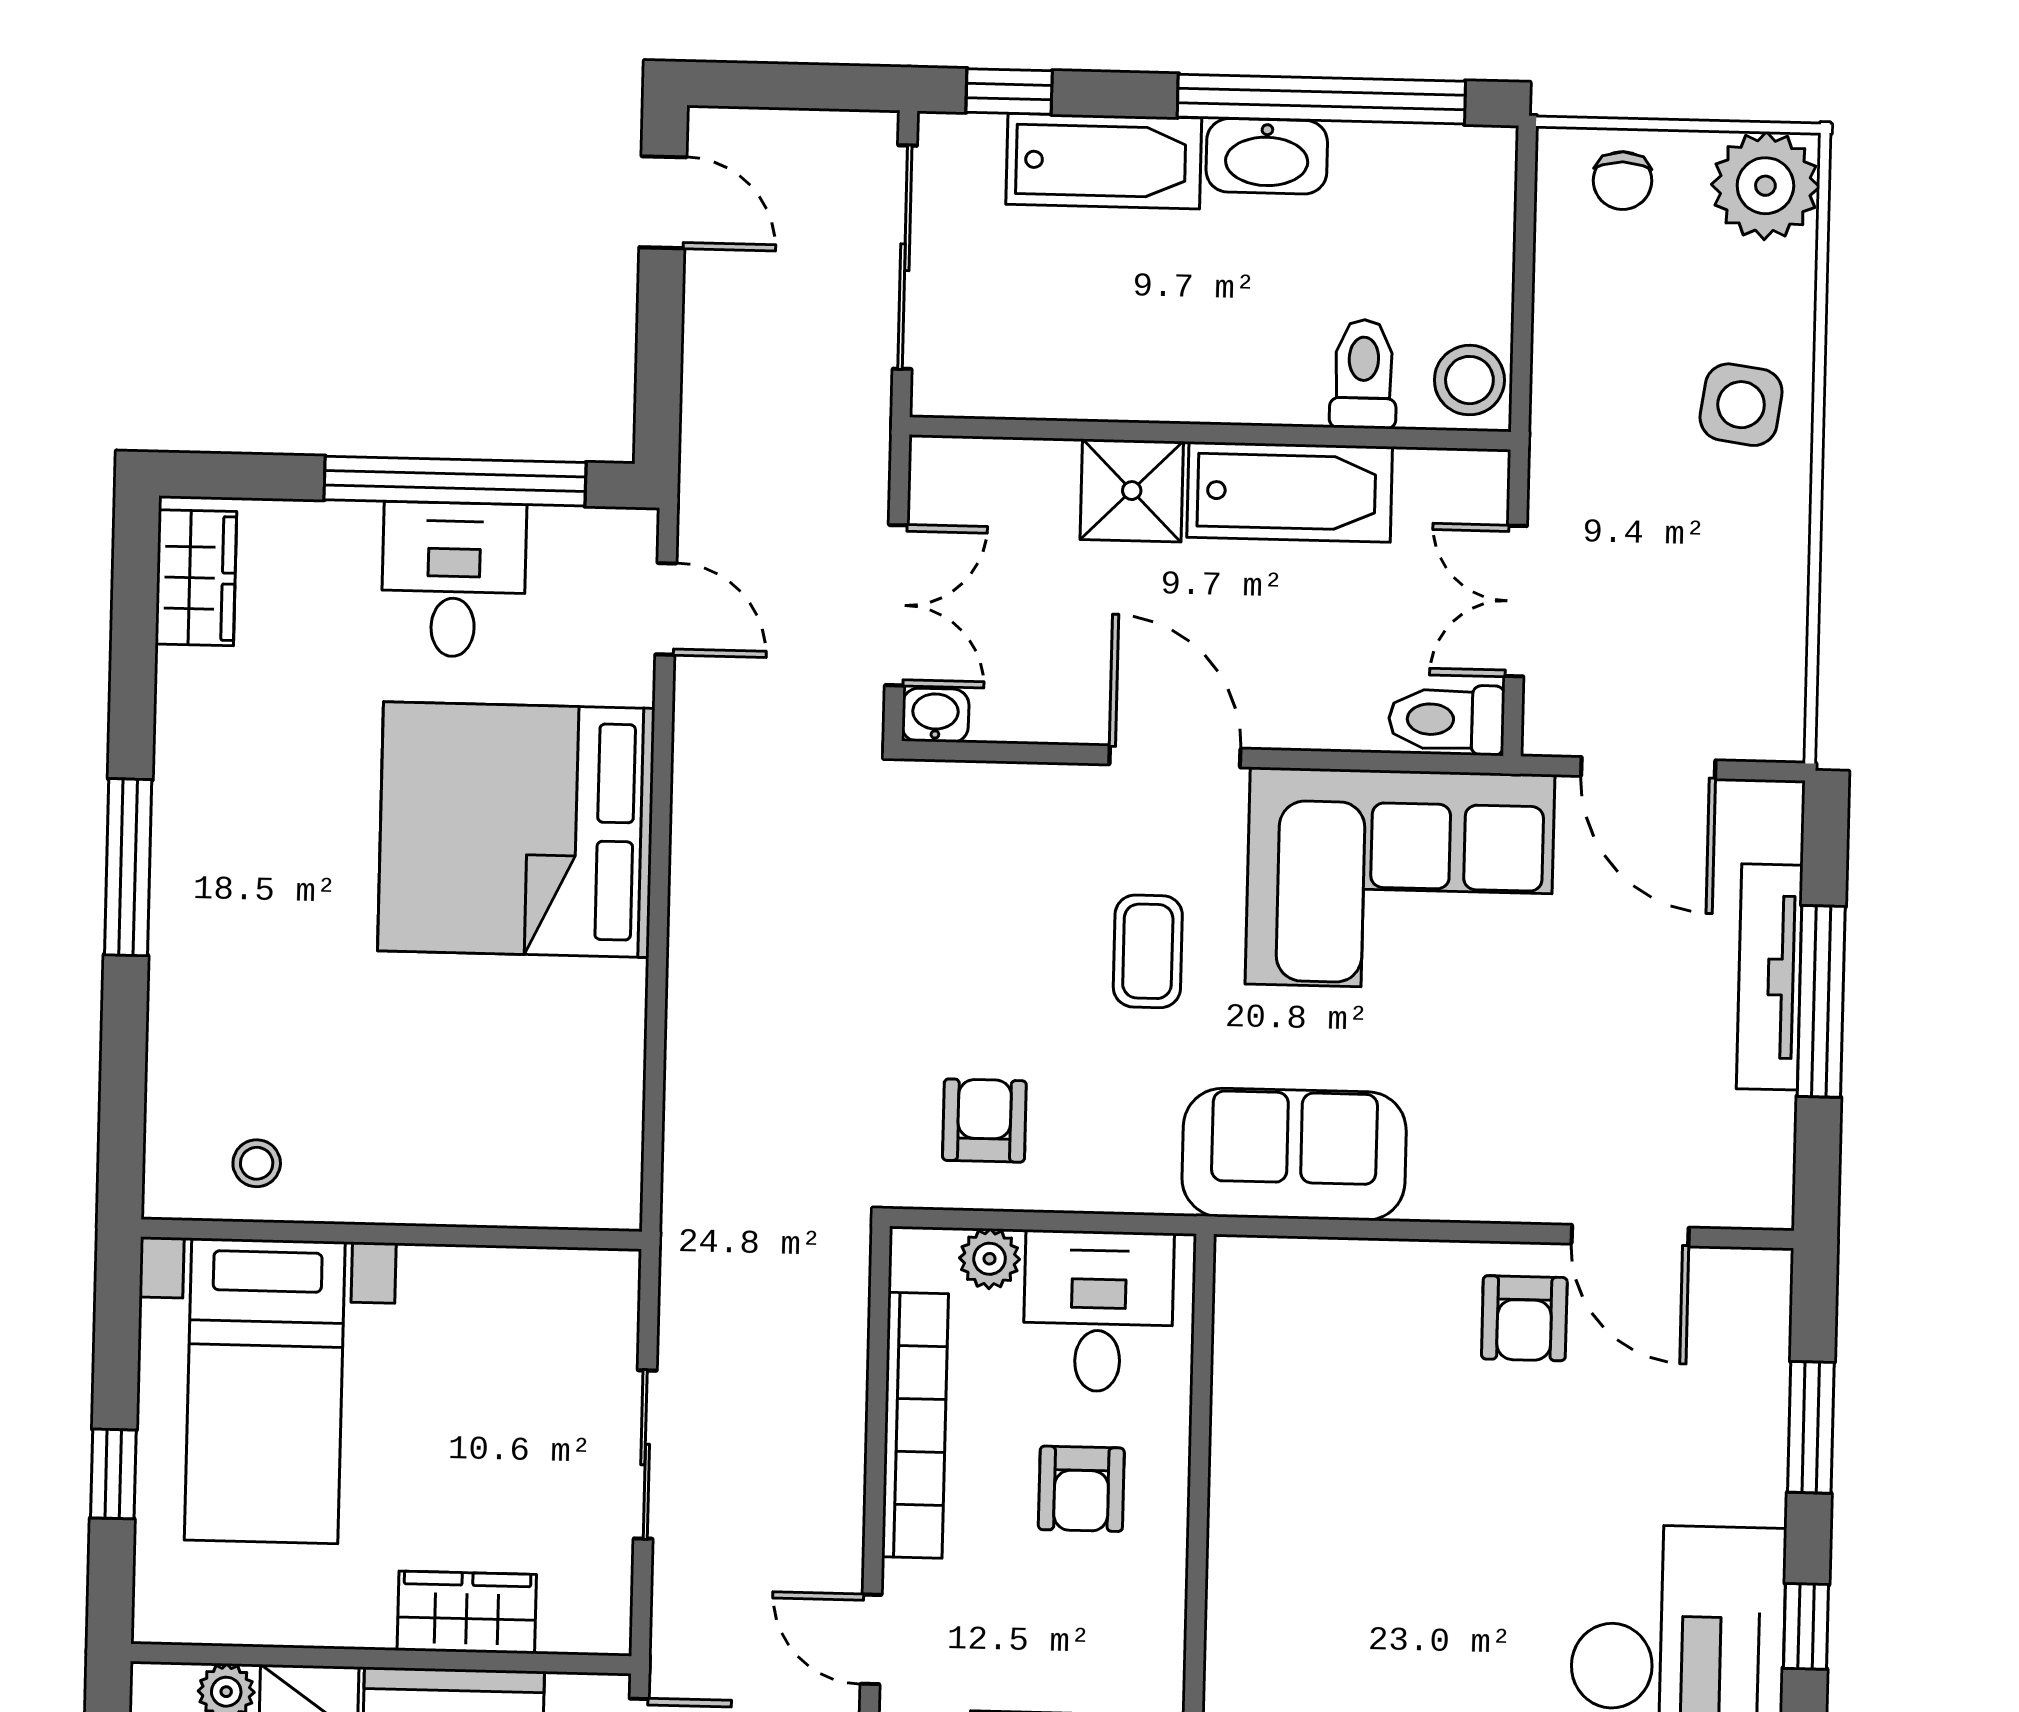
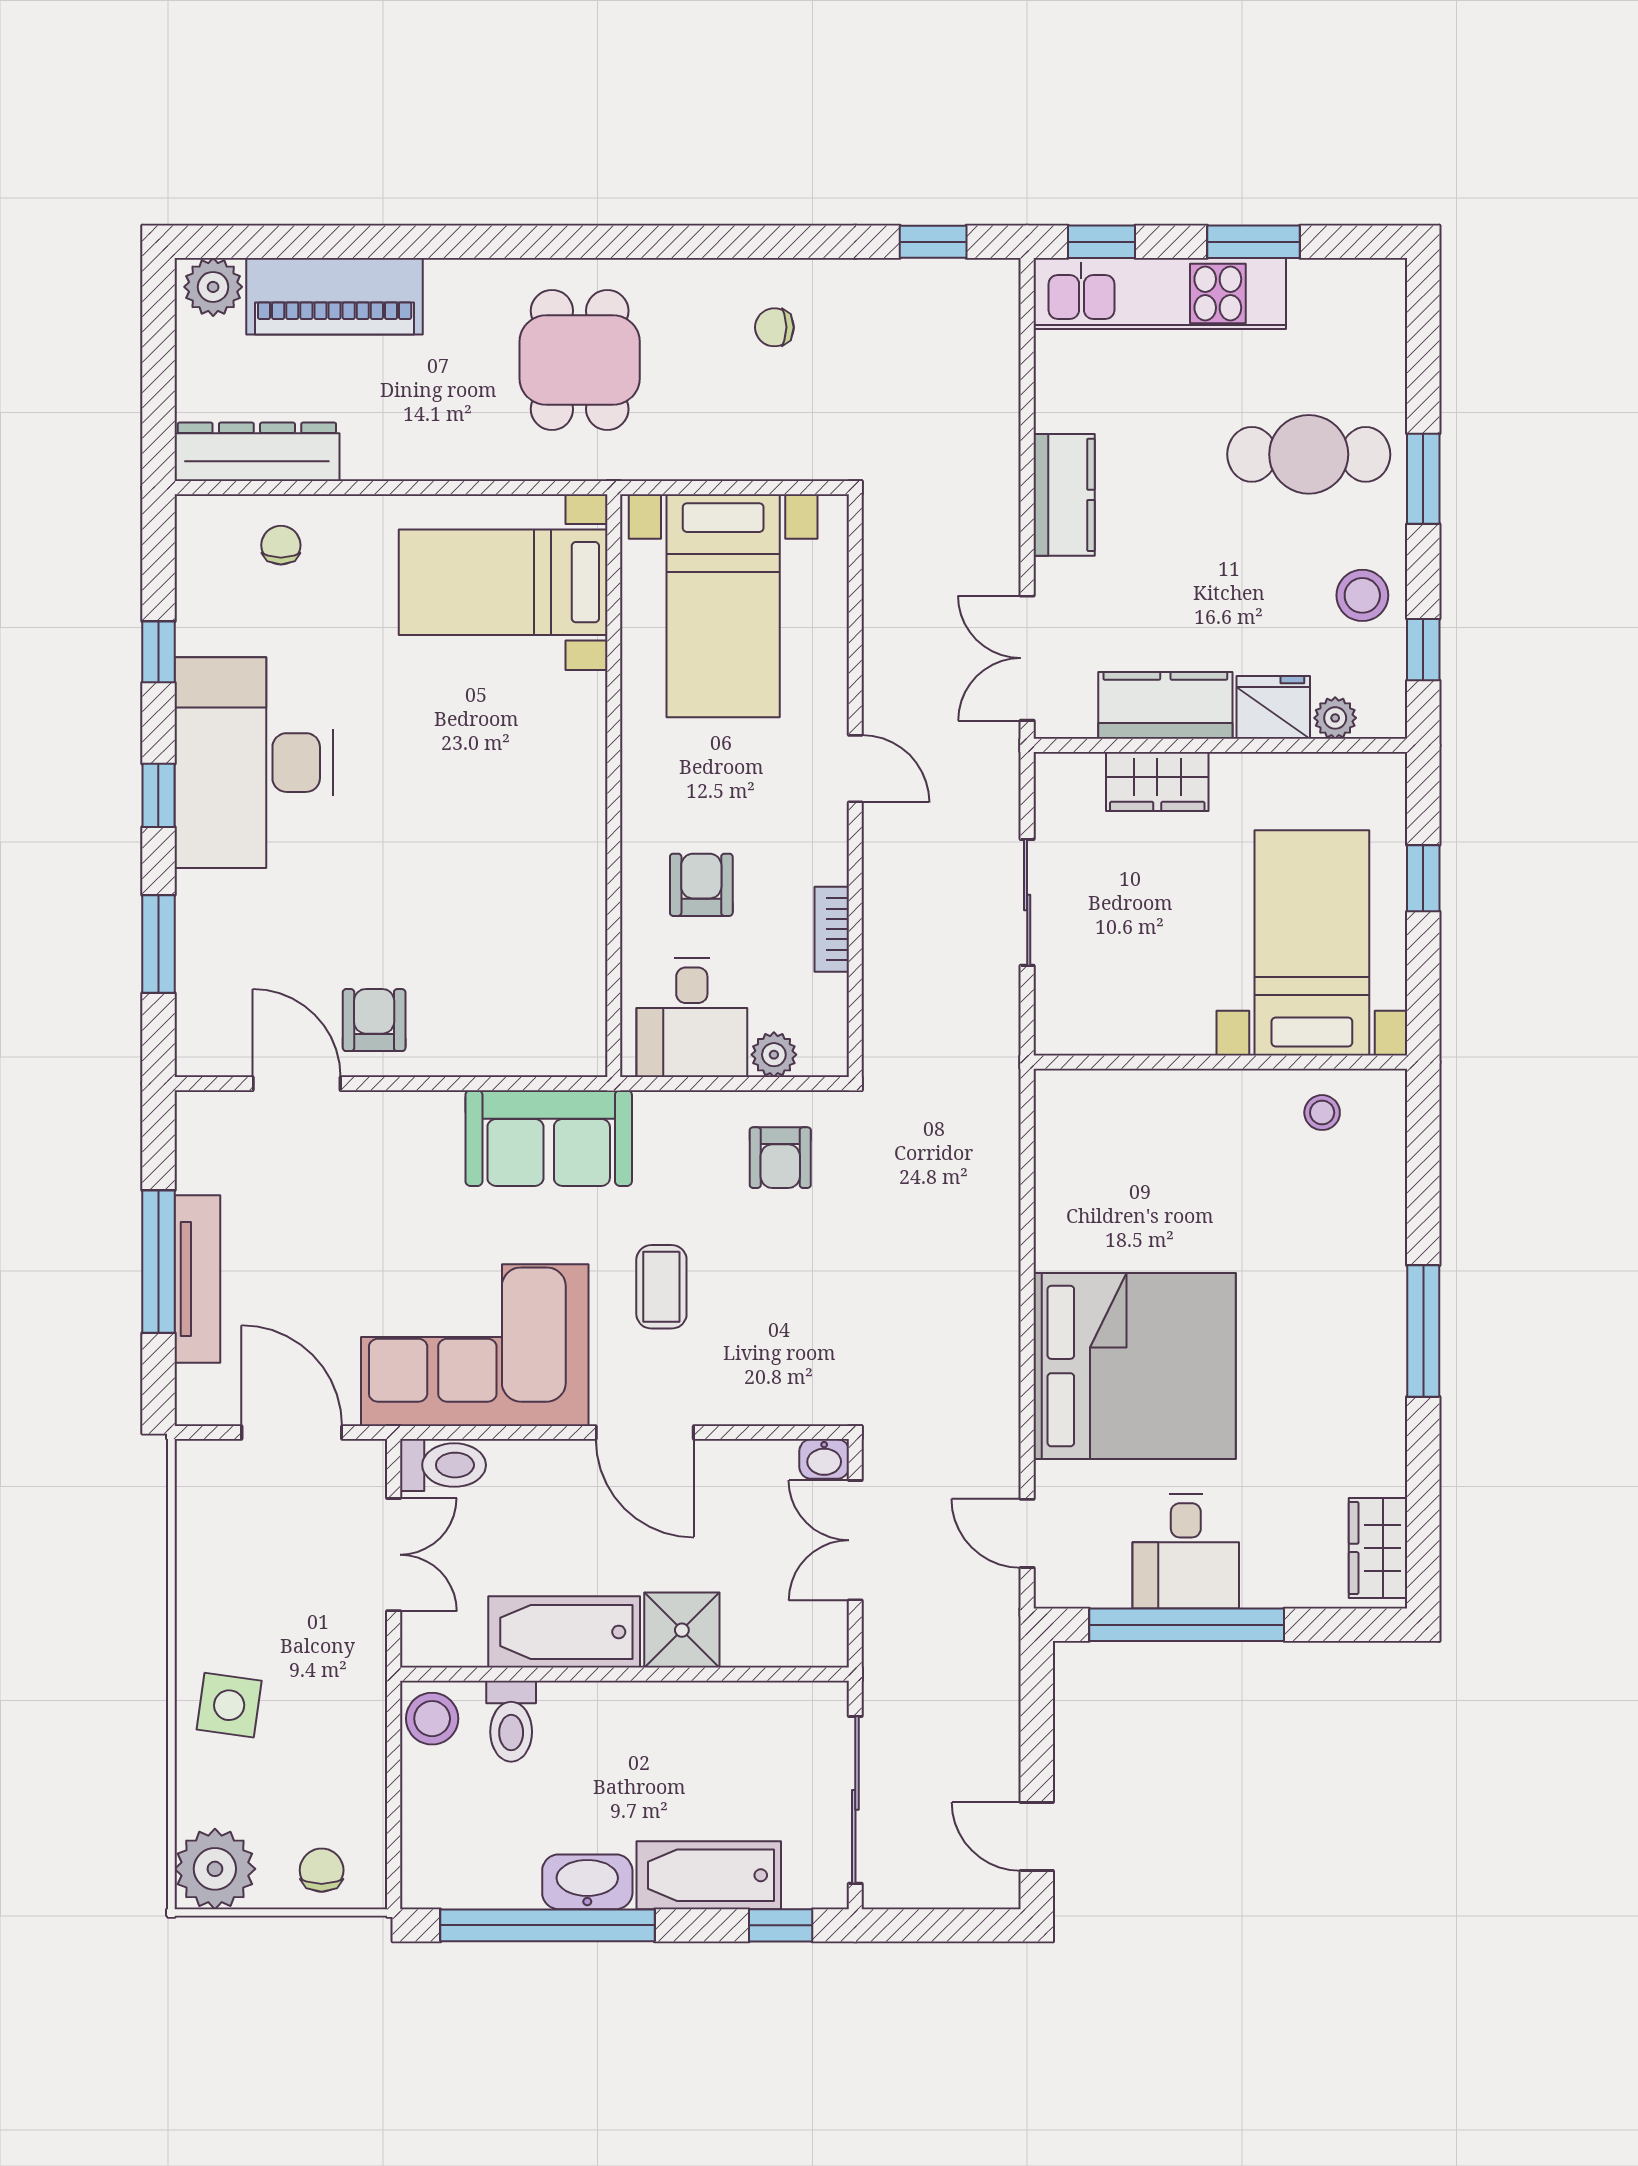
bookcase: (915, 1425) -> (832, 929), width x0.43, depth x0.76

